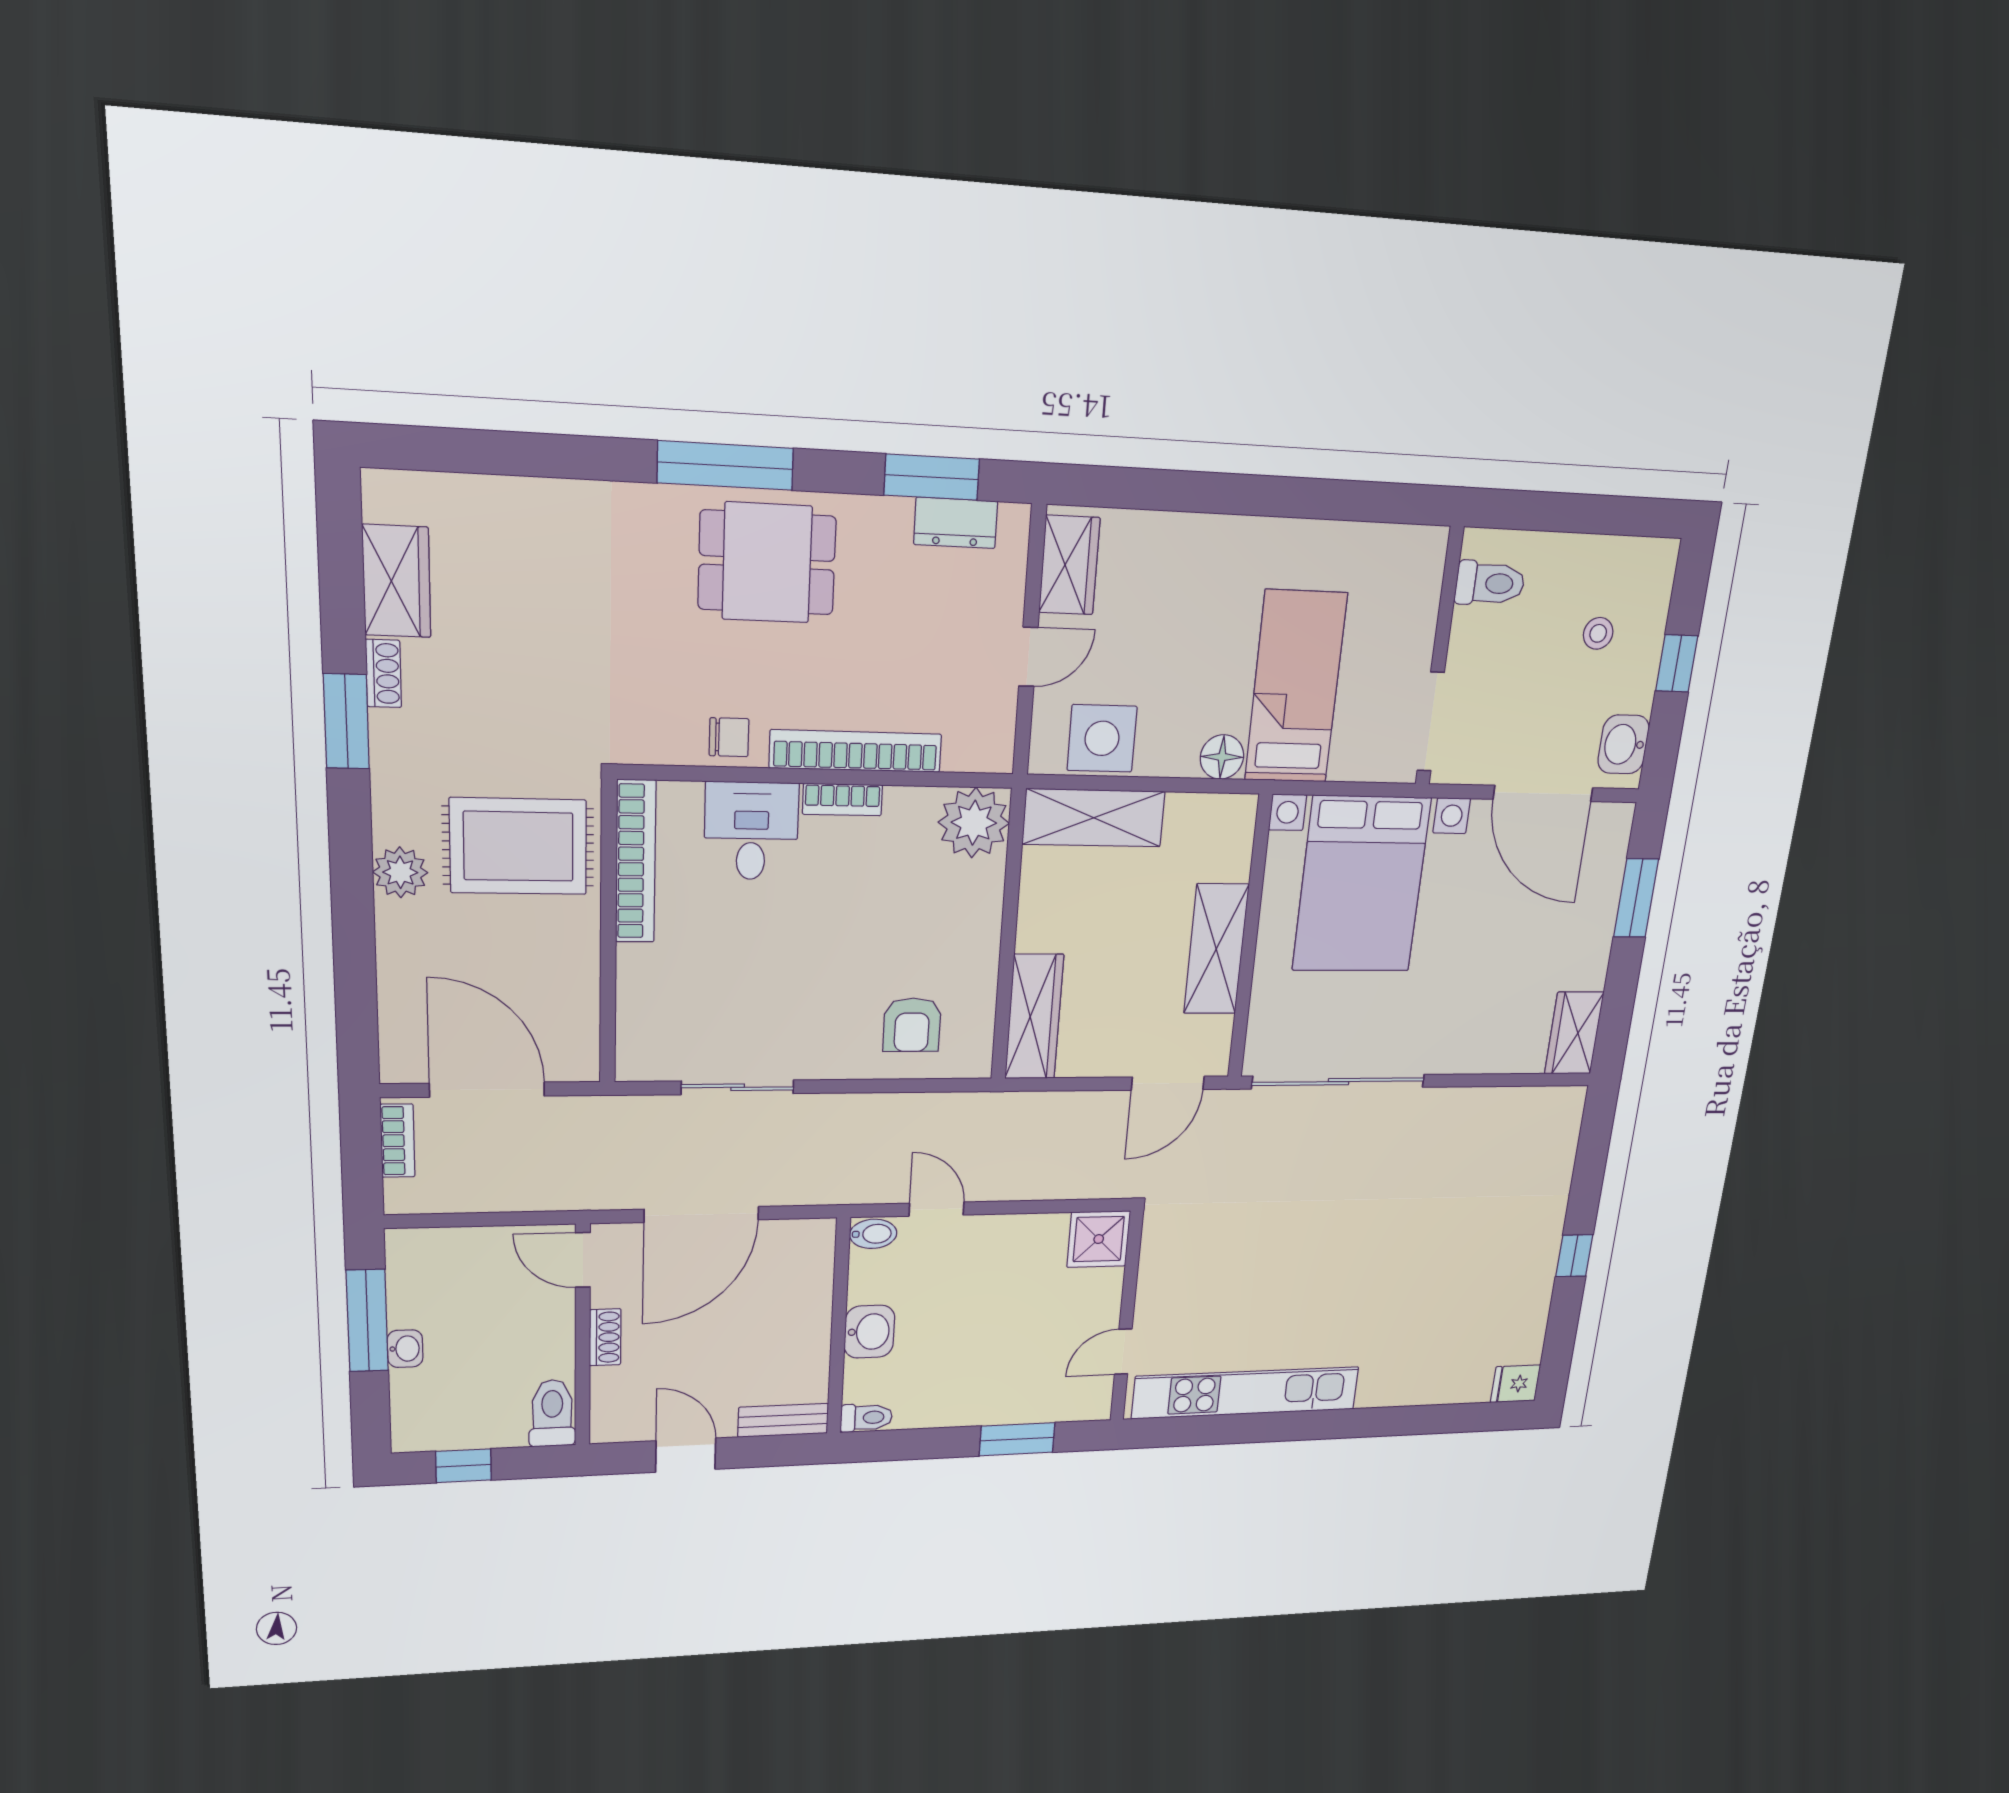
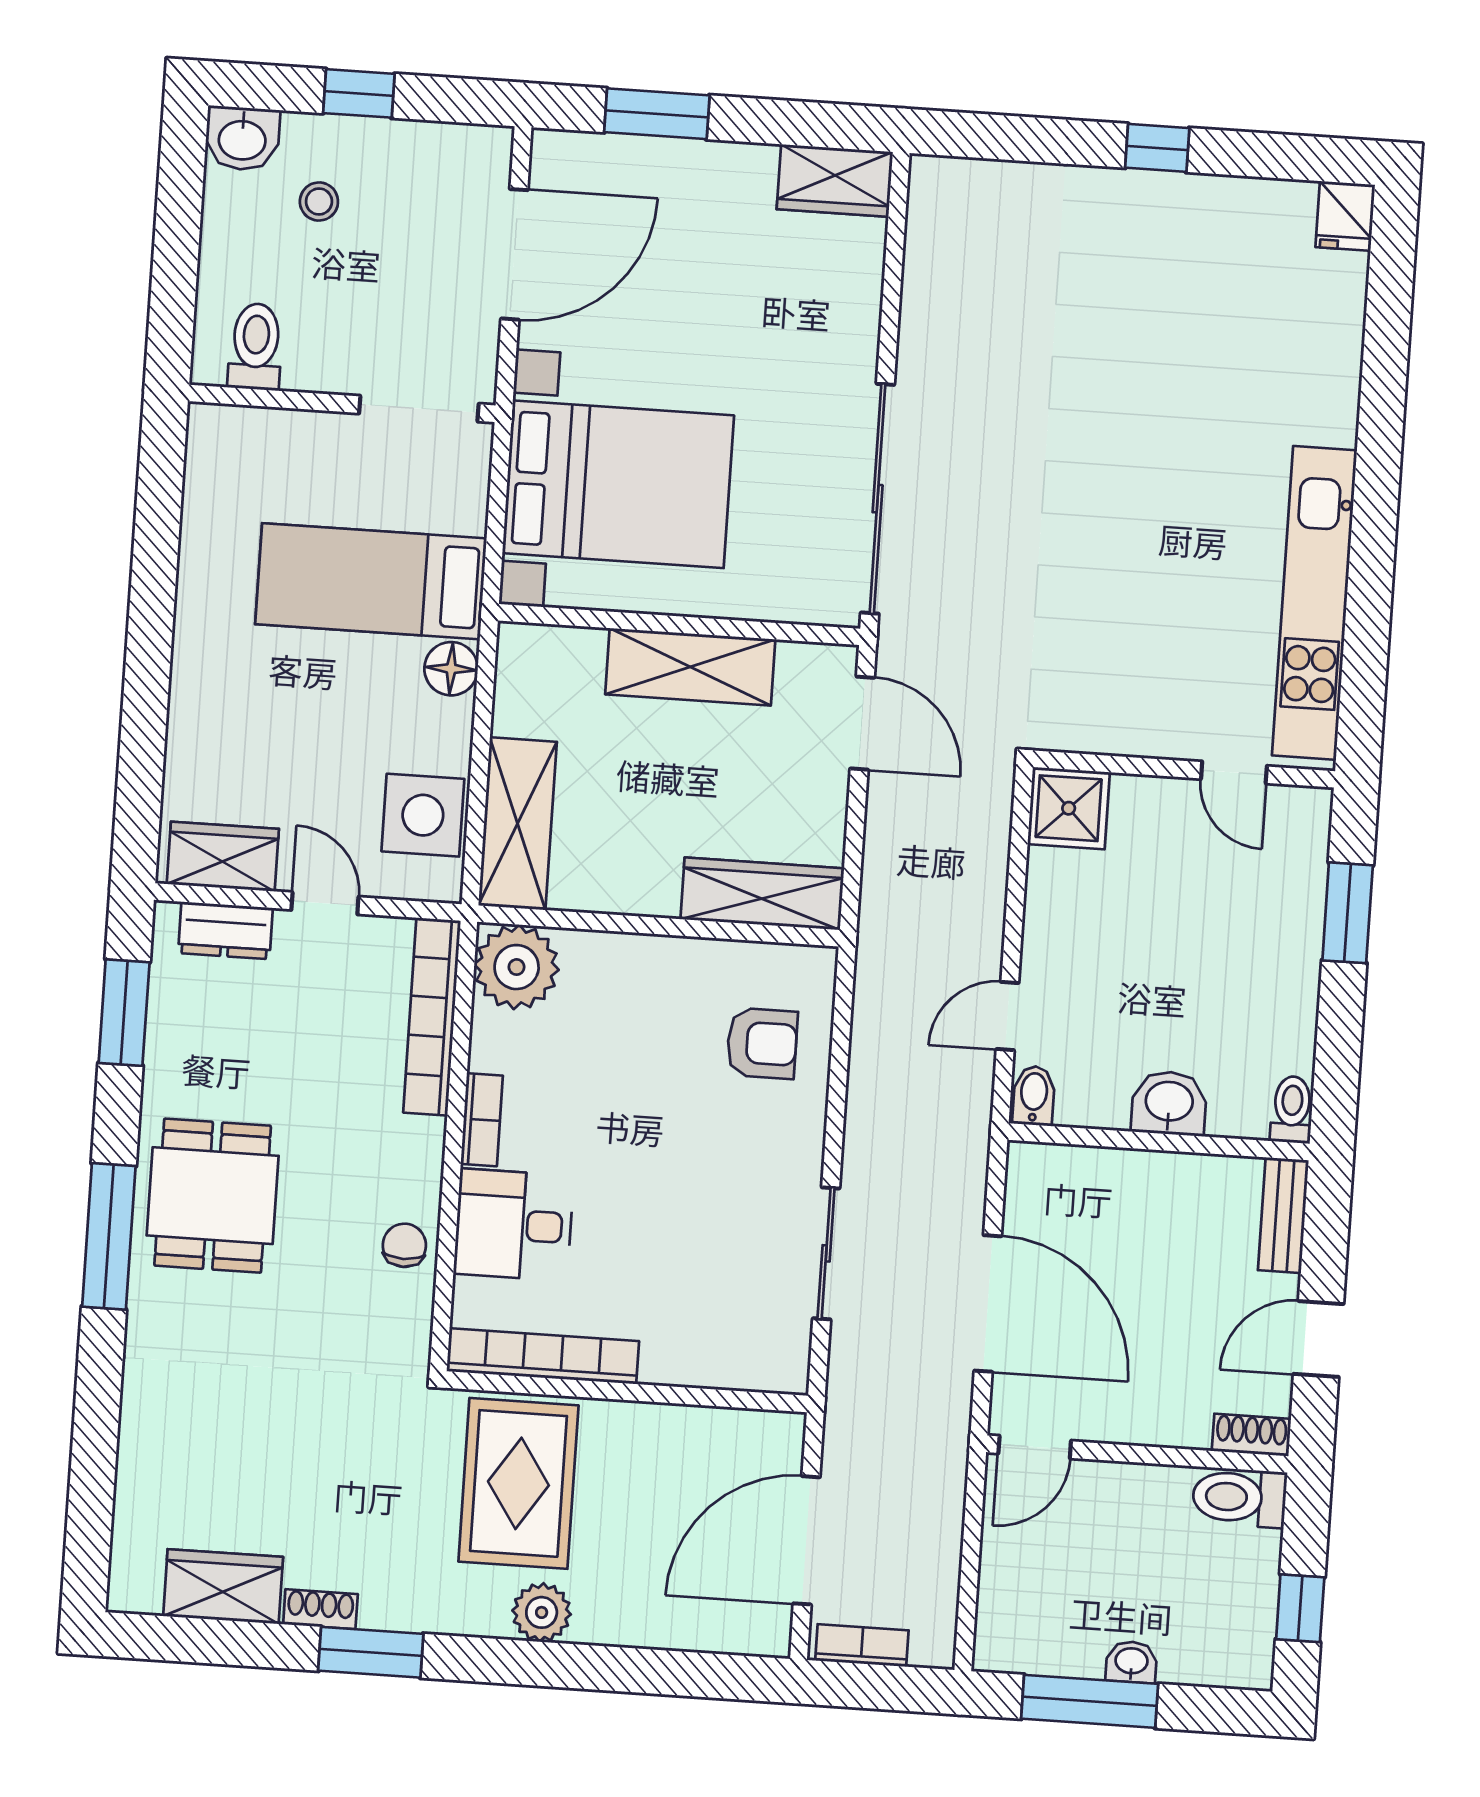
dresser: (956, 523) -> (225, 931), moved, turned 90
washbasin: (1624, 744) -> (242, 139), moved
bookcase: (856, 751) -> (432, 1017), moved
shoe rack: (605, 1337) -> (1251, 1435), moved

